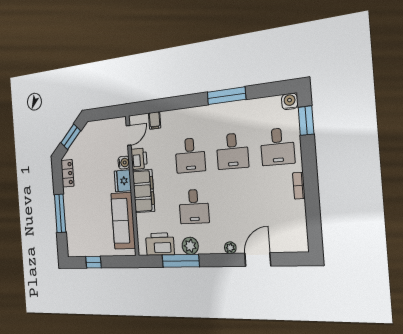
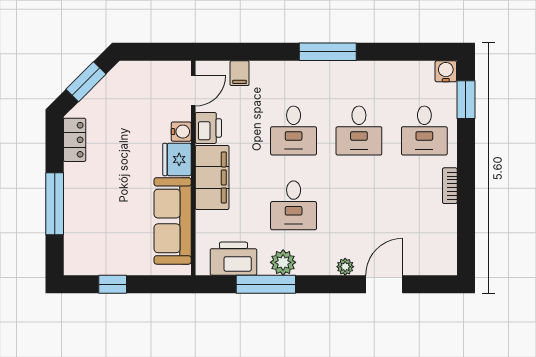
window: (226, 96) -> (328, 52), moved

